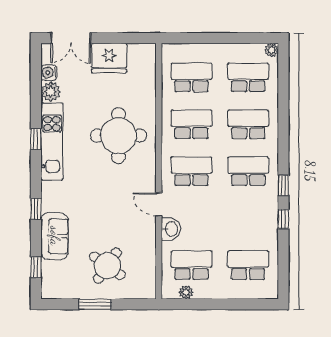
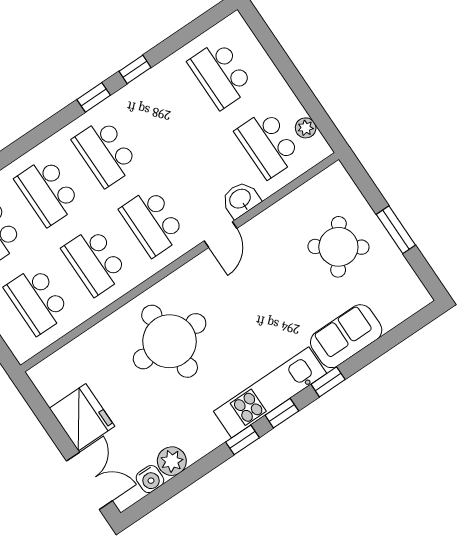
kitchen unit: (52, 141) -> (270, 392), moved
window: (36, 267) -> (282, 413), moved

